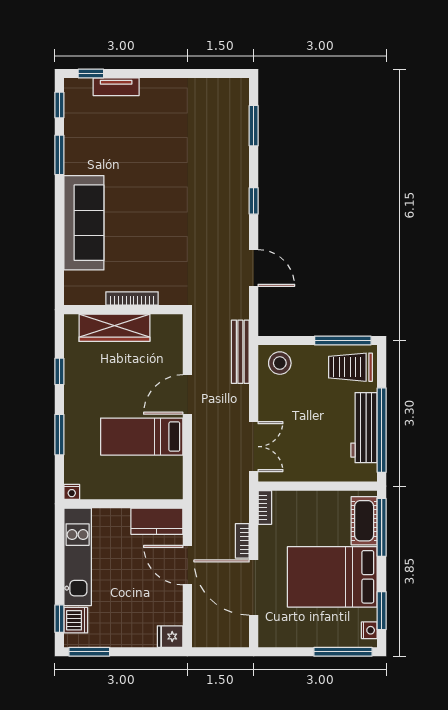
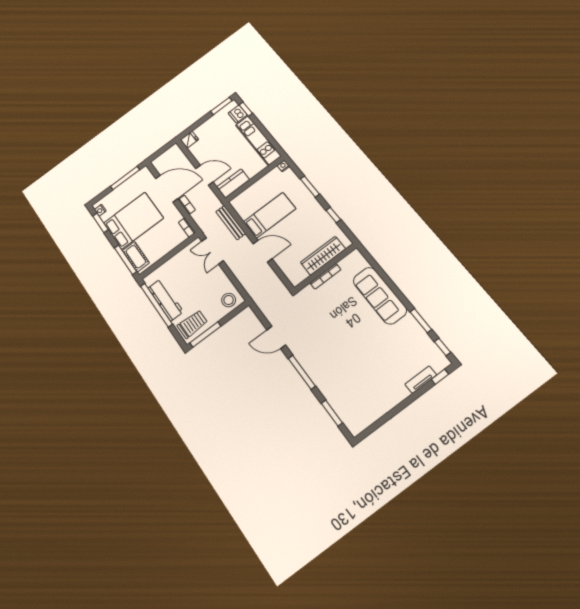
window: (254, 201) -> (302, 372), width x2.17
bench: (240, 352) -> (231, 223), moved
door: (187, 394) -> (263, 251), hinge flipped
window: (343, 652) -> (125, 178), moved

